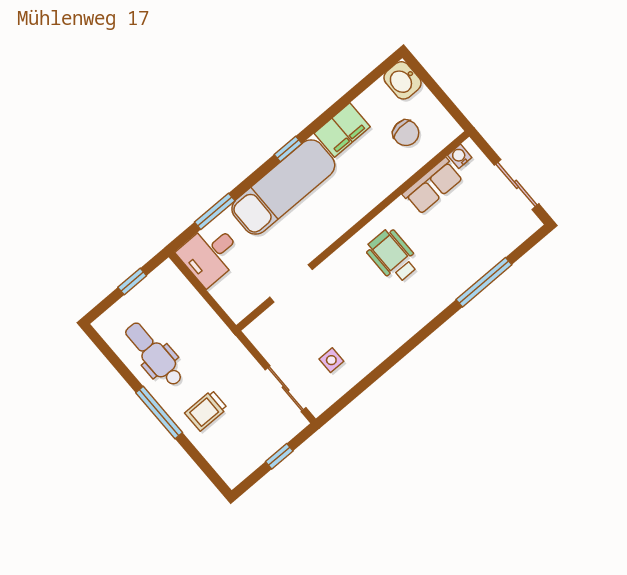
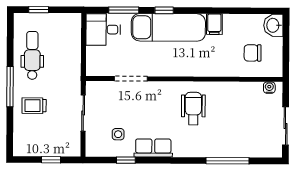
filing cabinet: (342, 130) -> (214, 24), width x0.50
chair: (406, 133) -> (253, 53), turned 96
window: (288, 149) -> (164, 10), moved
row of seats: (433, 186) -> (153, 148), moved, turned 180
window: (132, 282) -> (39, 10), moved
window: (366, 382) -> (126, 160), added
sliding door: (286, 389) -> (83, 113), moved

